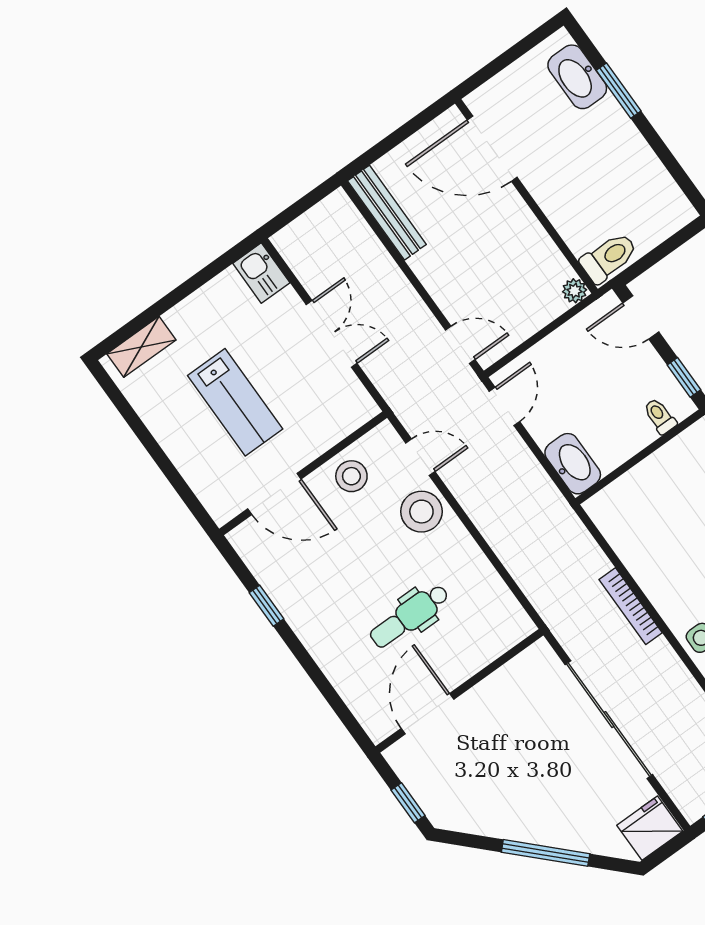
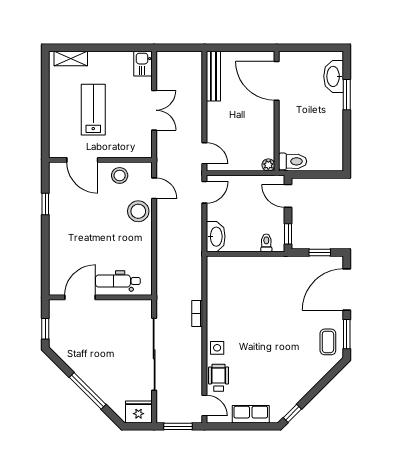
lab bench: (235, 402) -> (93, 110), turned 180
bookcase: (631, 606) -> (197, 313), width x0.64
dental chair: (409, 616) -> (118, 281), moved

